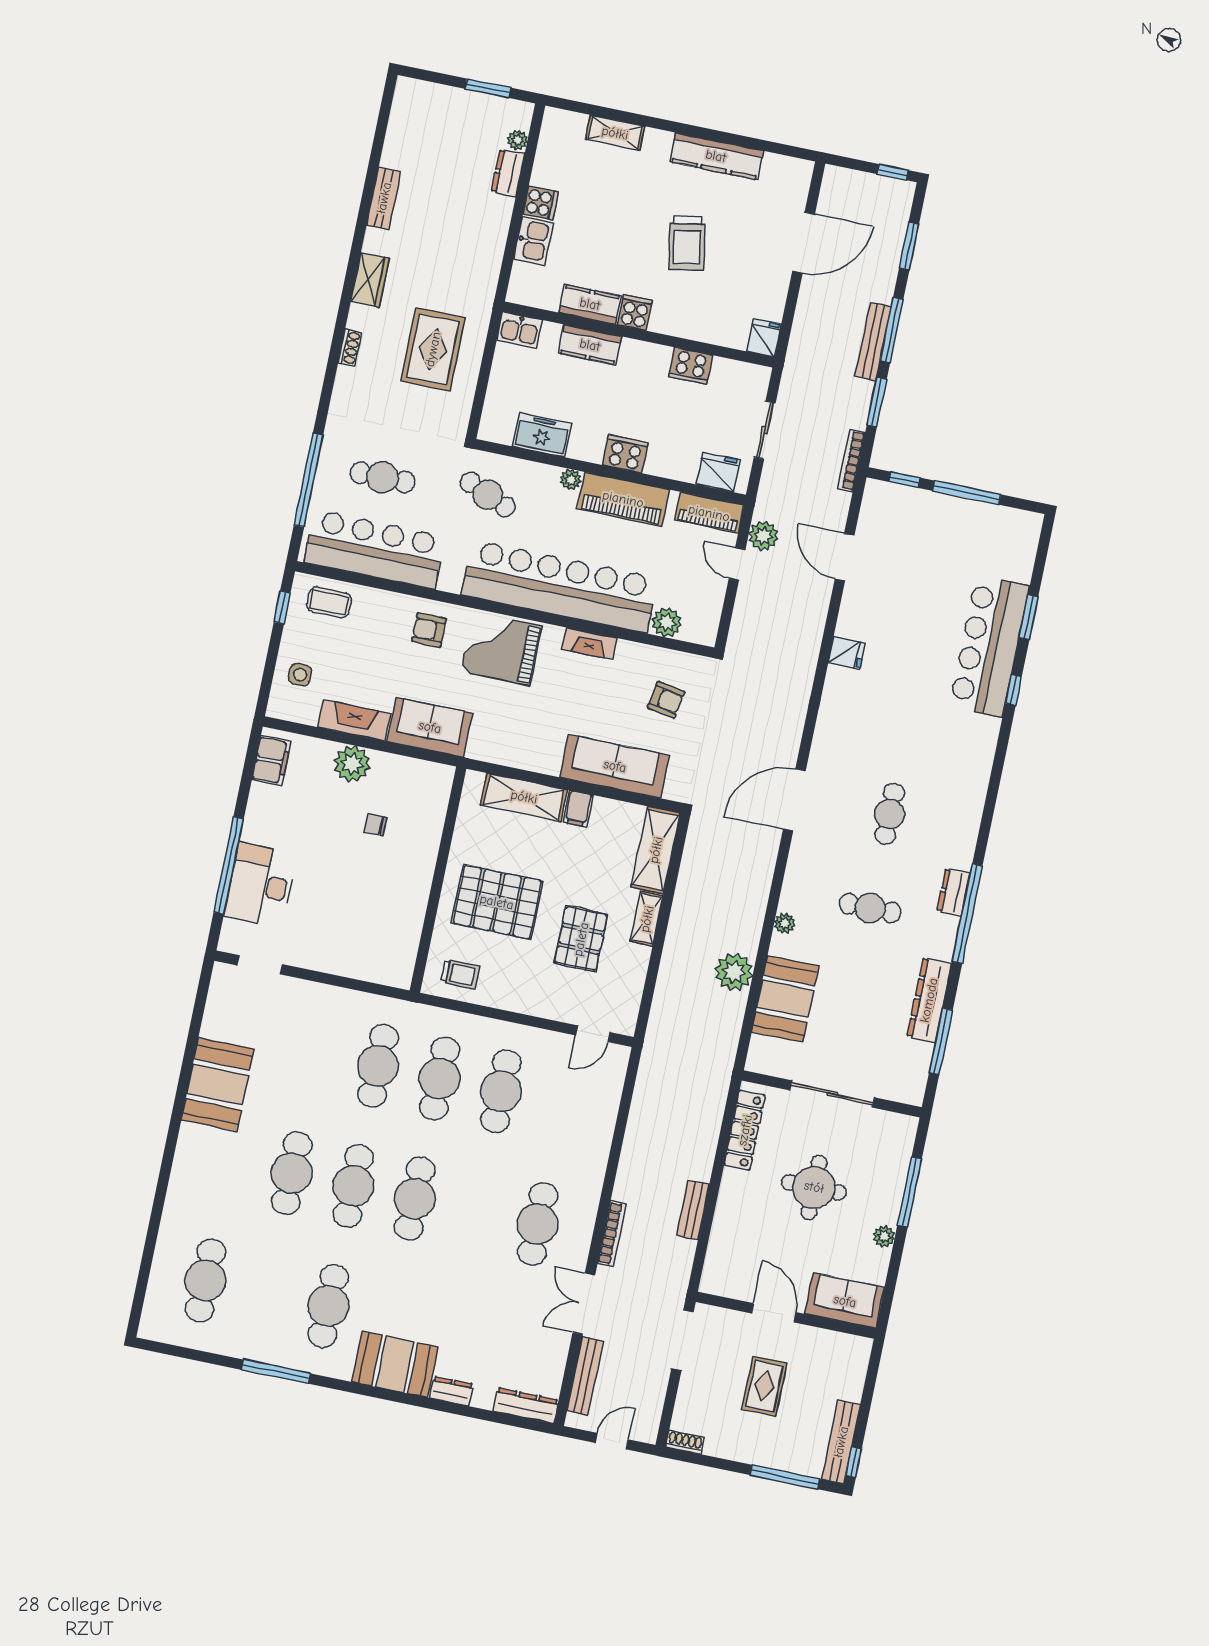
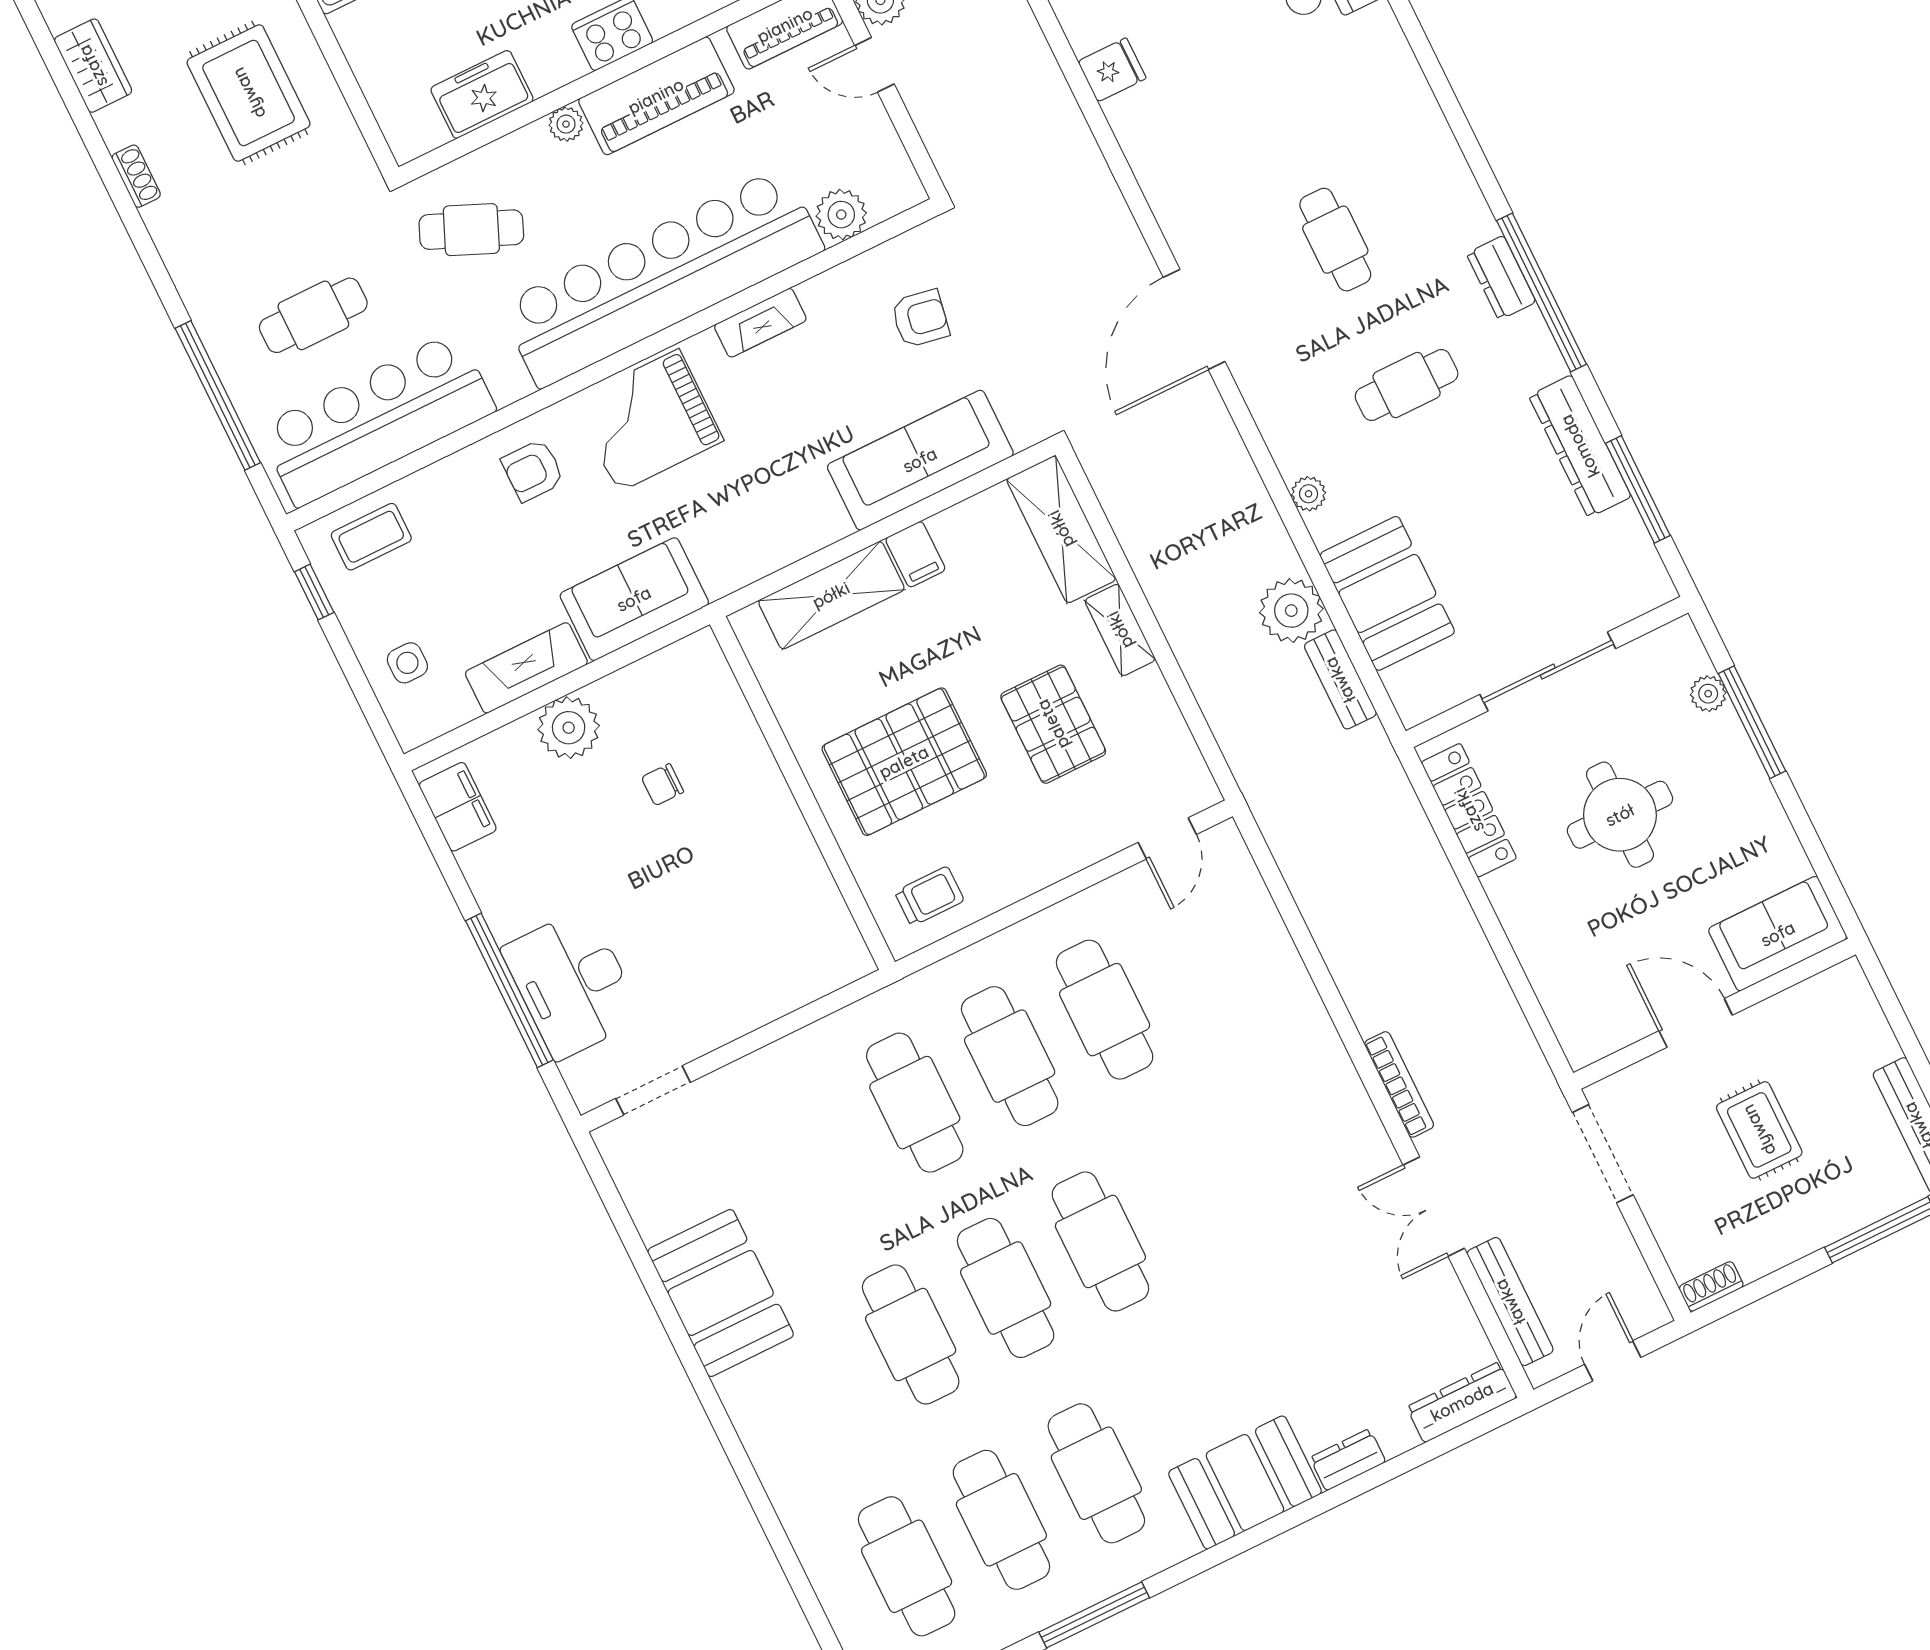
bench: (693, 1210) -> (1340, 680), moved
cafe table: (538, 1224) -> (1001, 1520), moved
plant: (884, 1236) -> (1708, 694), moved

